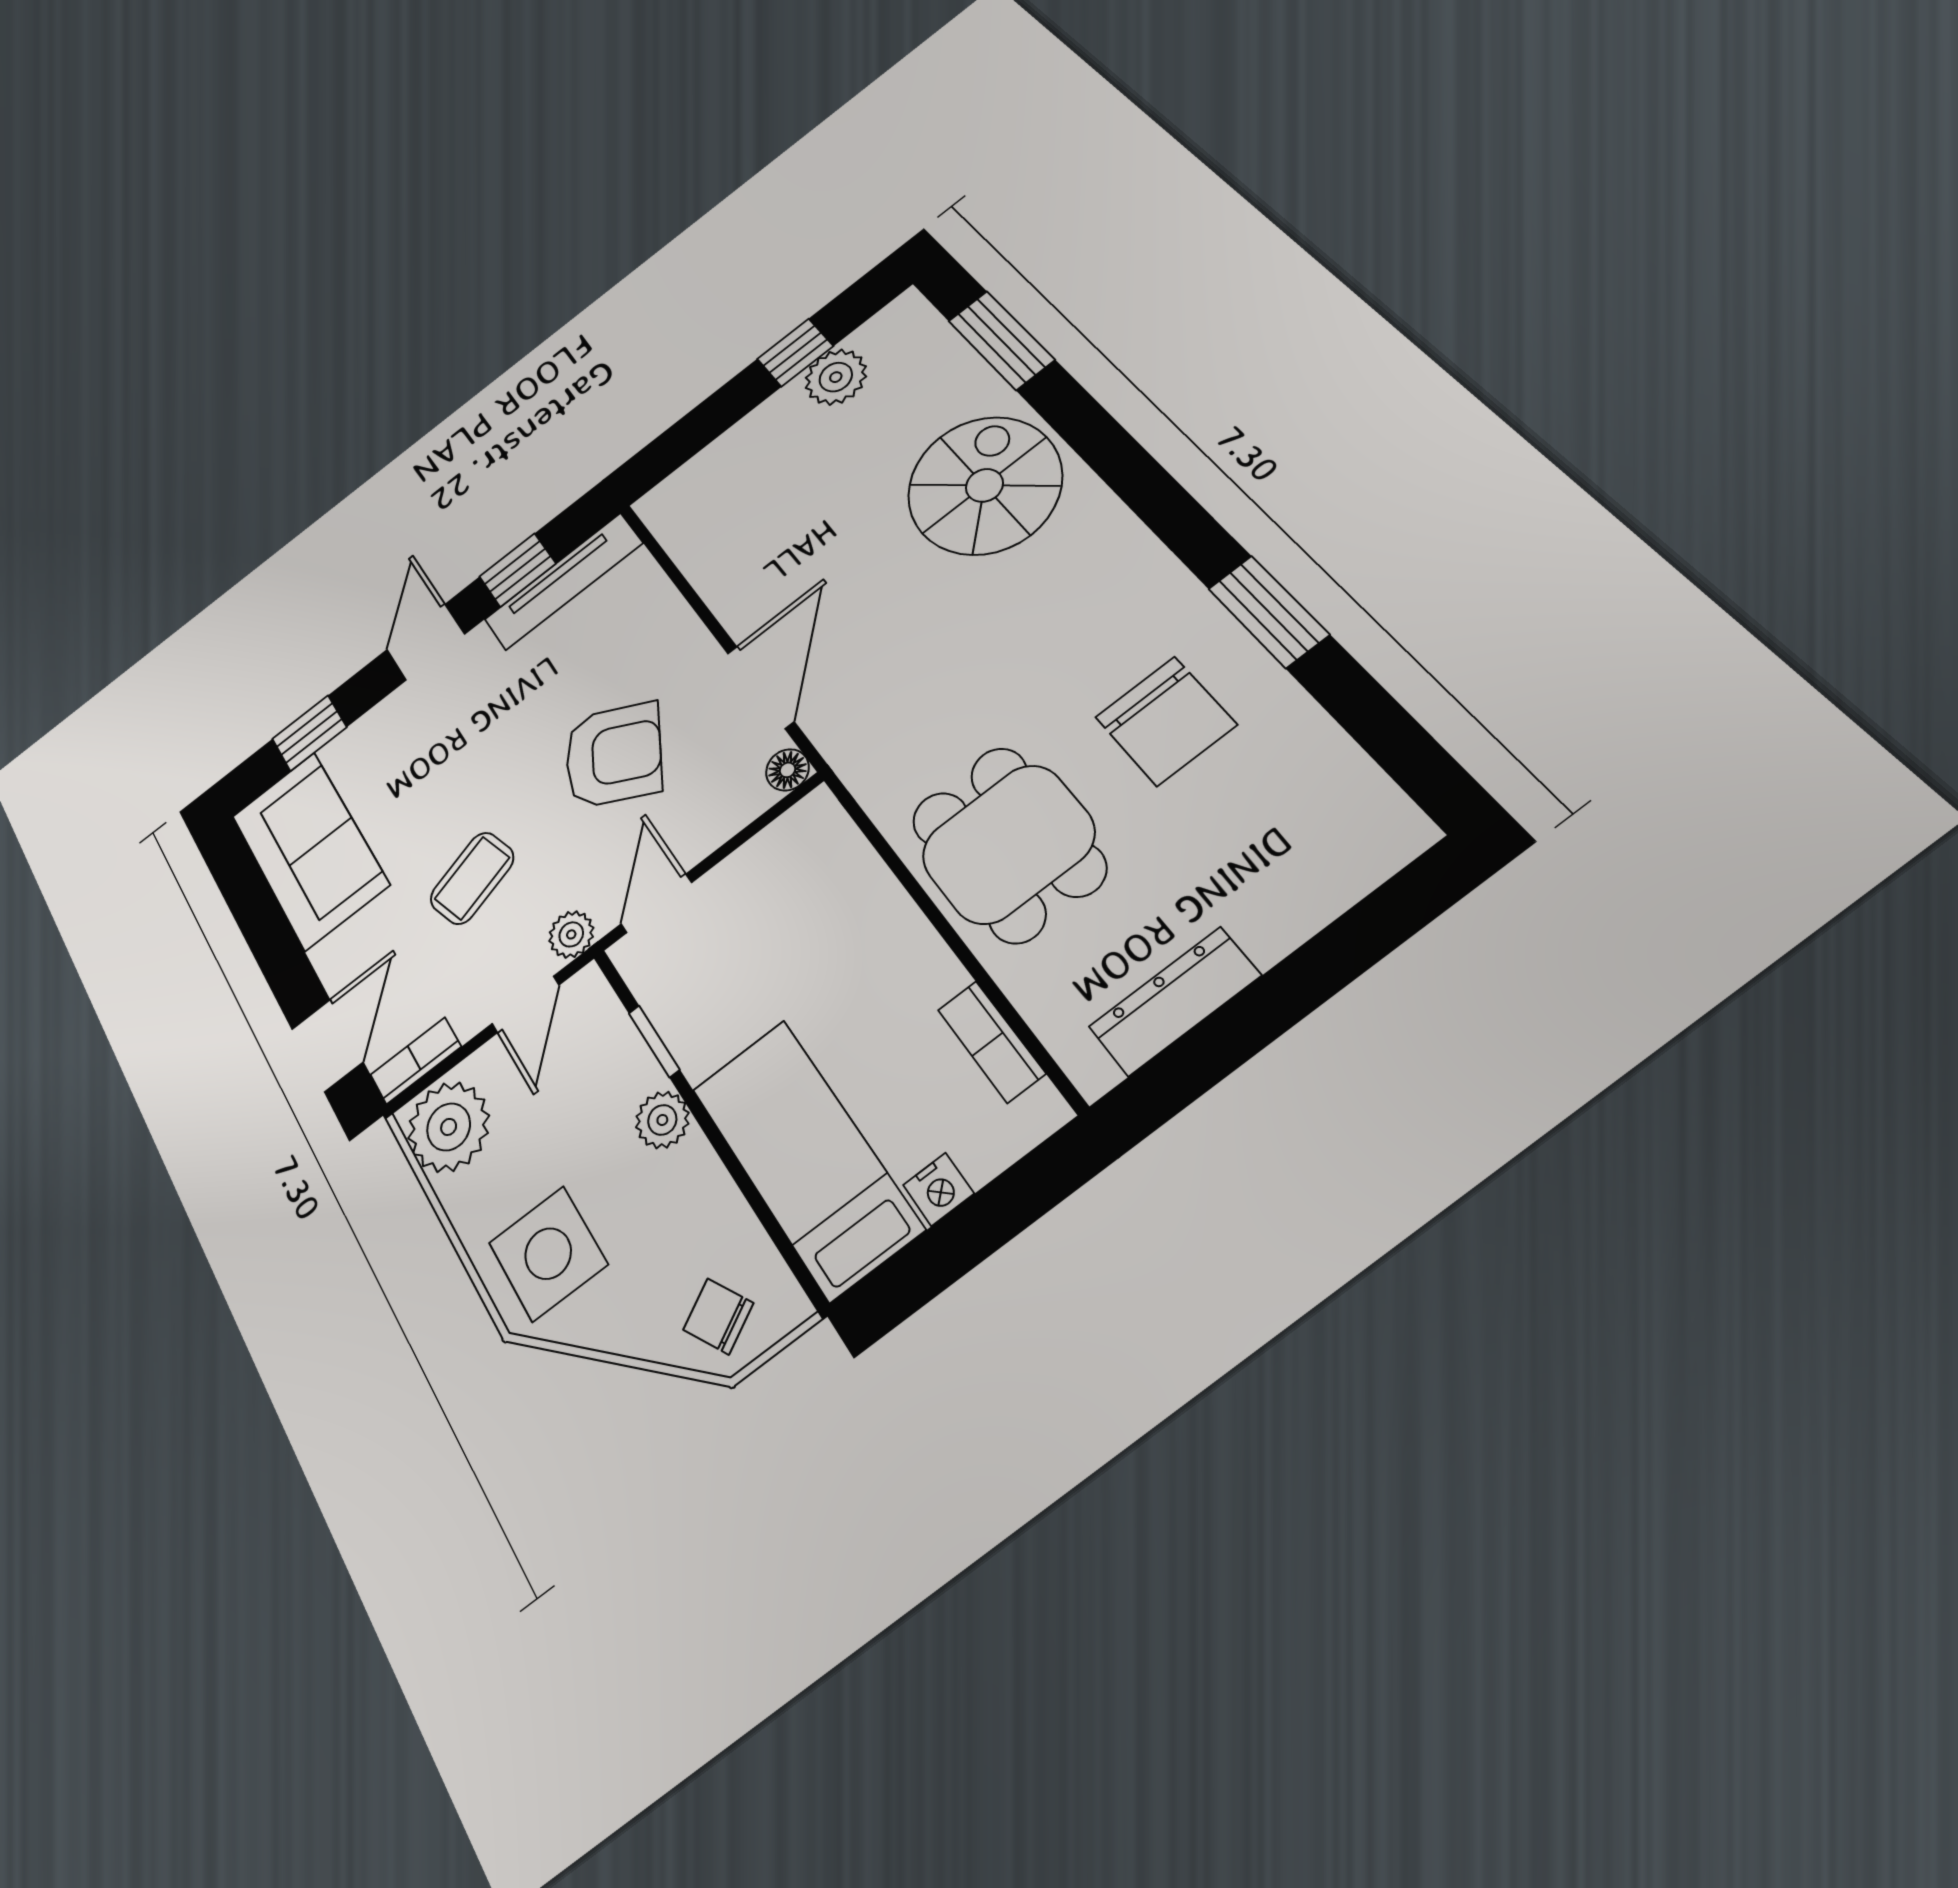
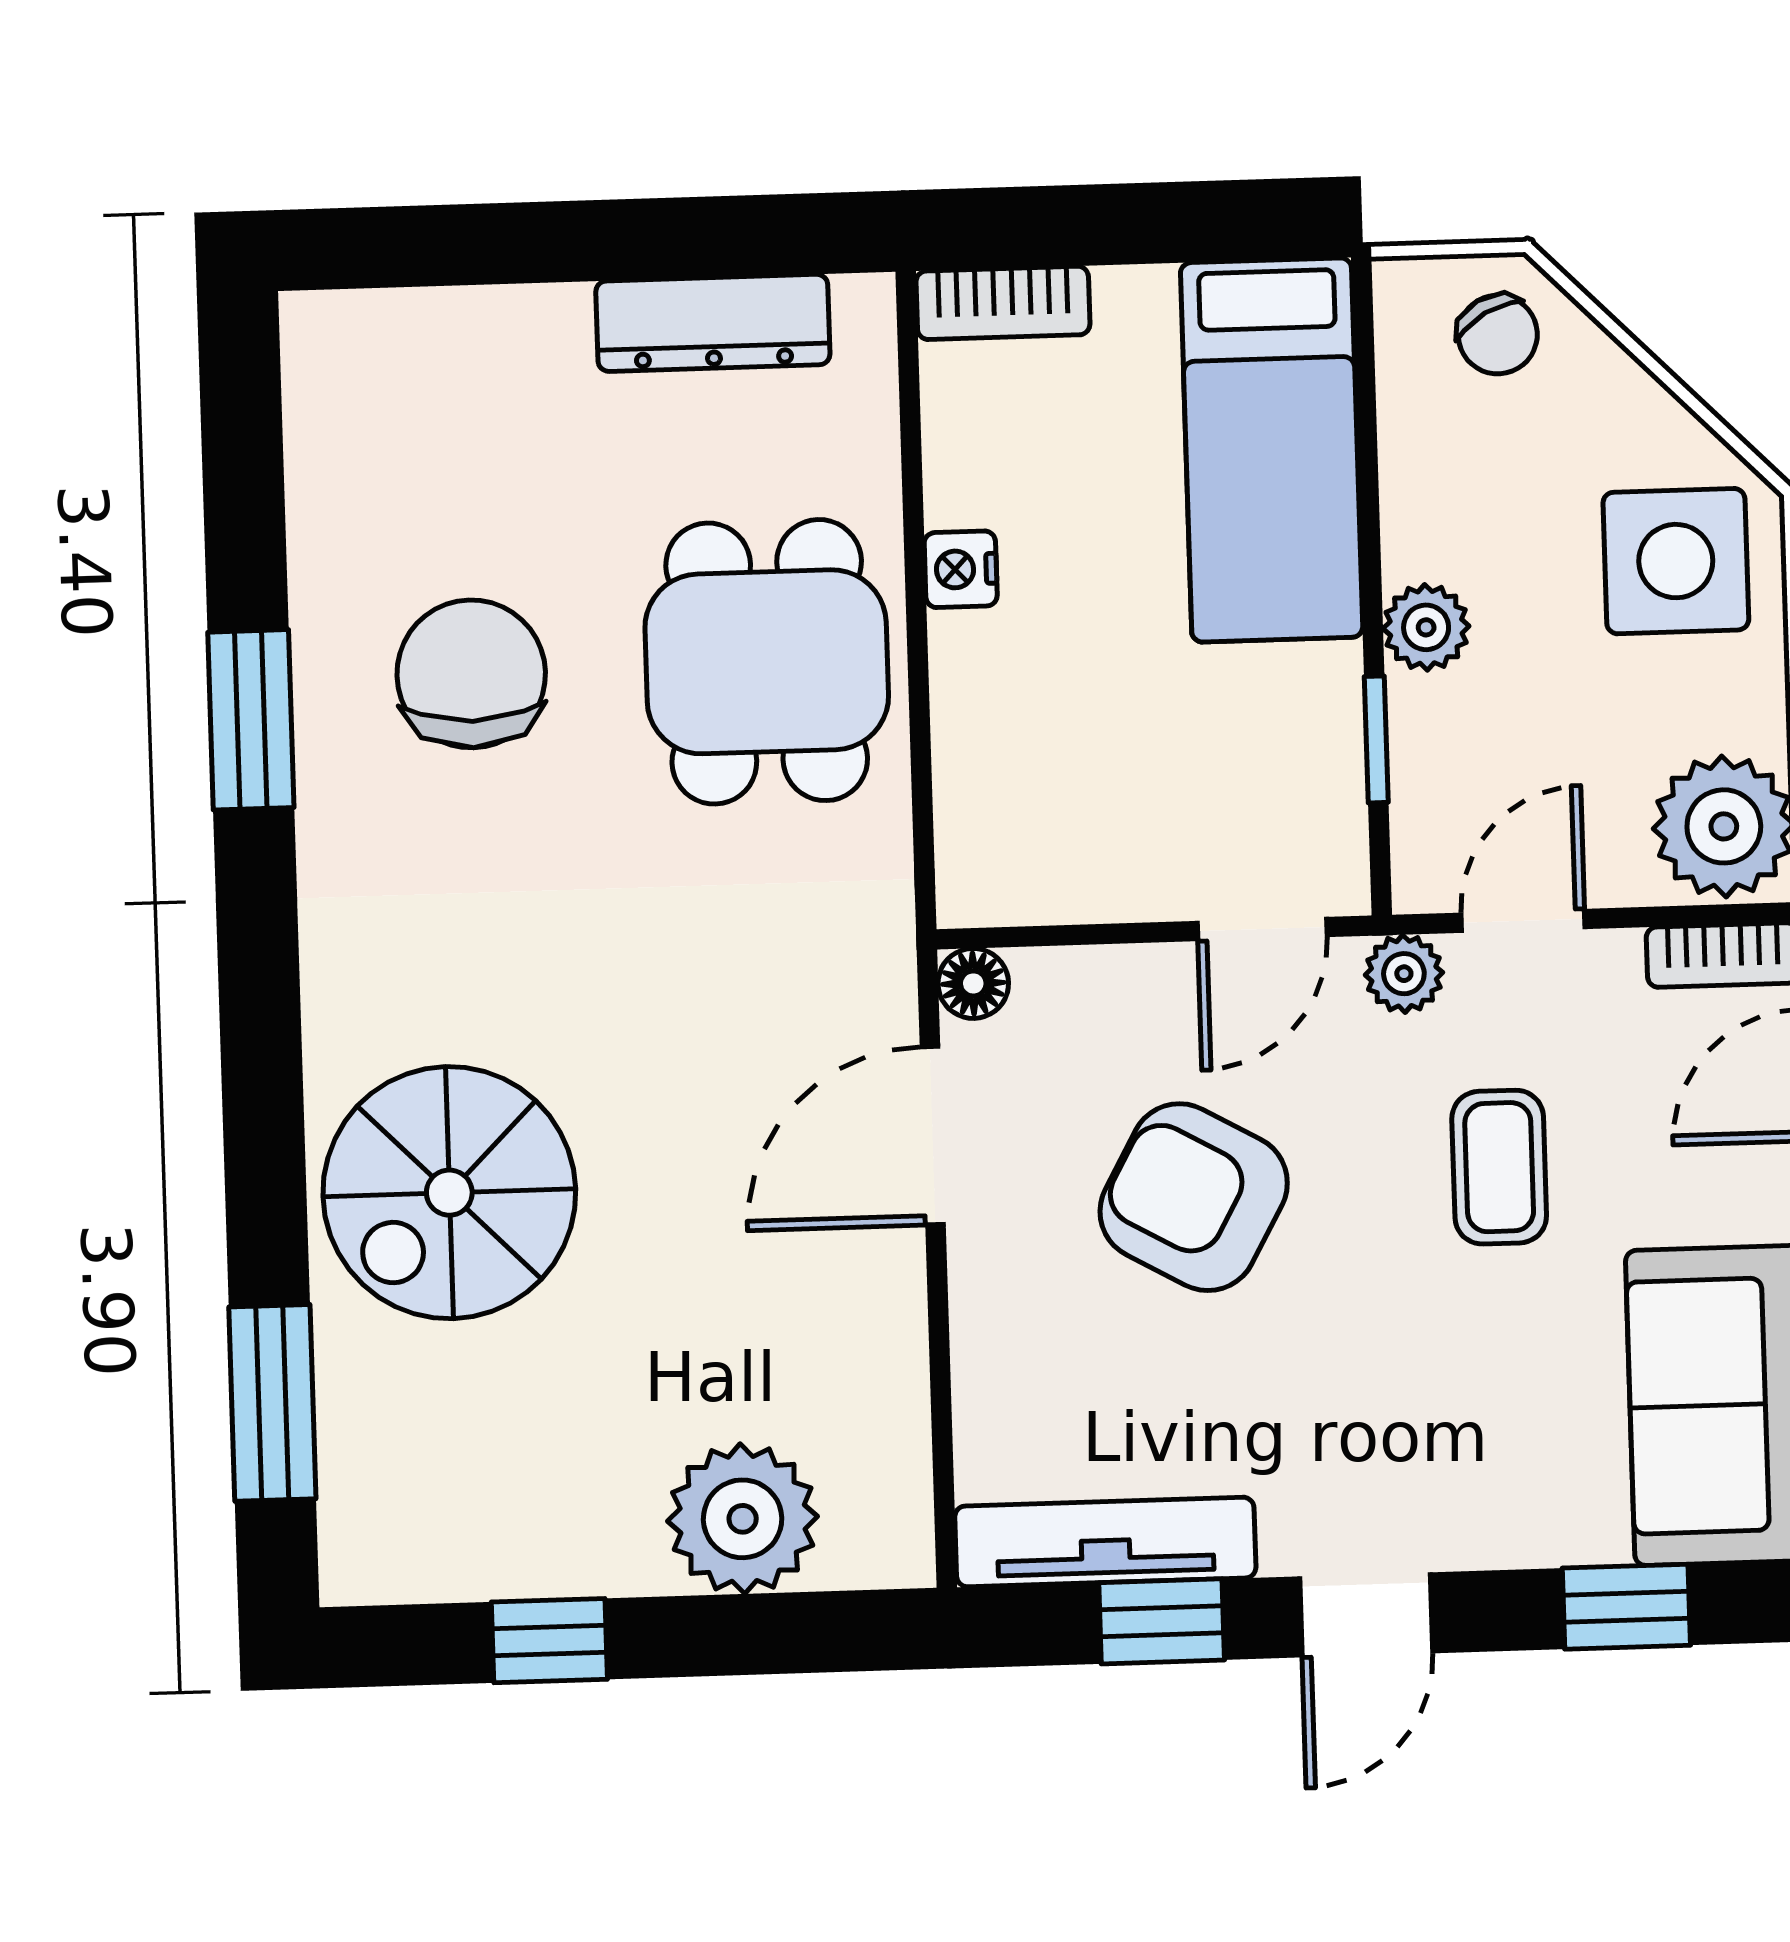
plant: (836, 377) -> (743, 1519), moved, width x1.36, depth x1.36
coffee table: (472, 878) -> (1499, 1167), turned -73
bookcase: (991, 1041) -> (1003, 303), moved, turned 90
nightstand: (939, 1189) -> (961, 569), moved, turned -90

